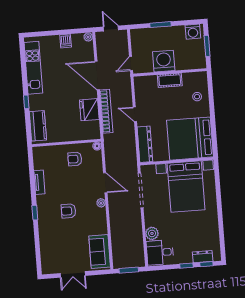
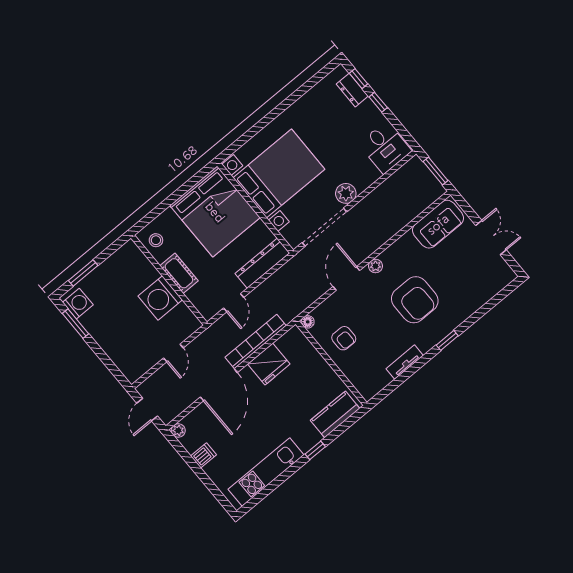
window: (160, 25) -> (76, 324), moved
washing machine: (164, 61) -> (160, 298), moved
door: (131, 64) -> (173, 353), hinge flipped
wall: (170, 72) -> (169, 280), moved
cot: (170, 80) -> (179, 273), moved
armchair: (69, 211) -> (415, 300), width x1.88, depth x1.88
plant: (152, 233) -> (346, 193), moved

